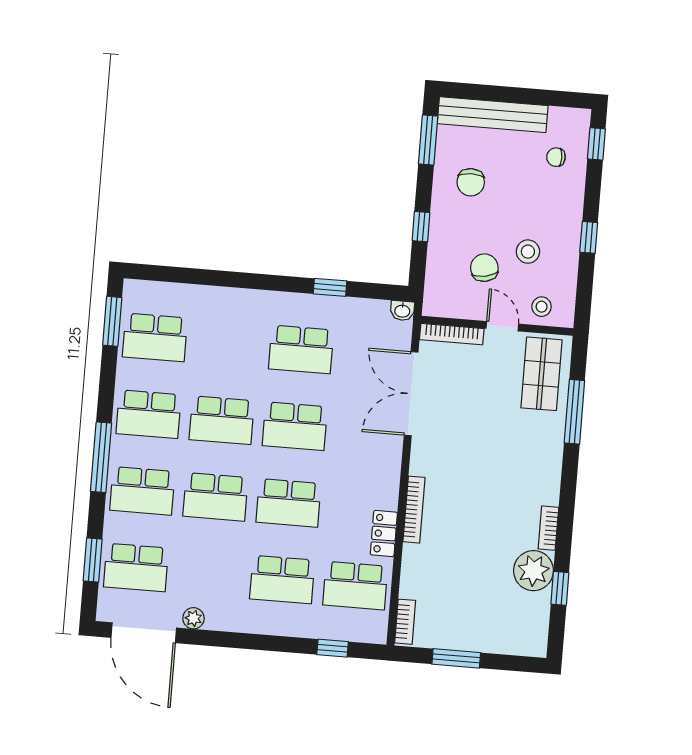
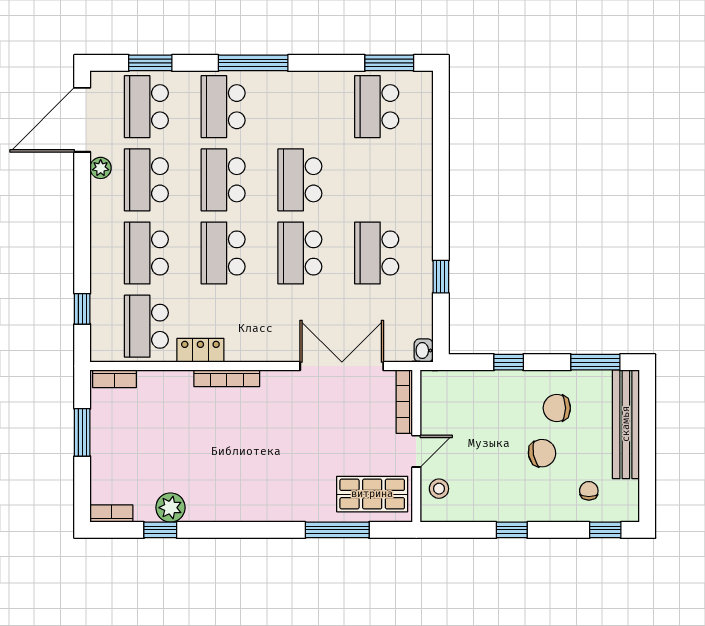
stool: (528, 252) -> (493, 471), removed
chair: (484, 268) -> (542, 453), moved
school desk: (149, 414) -> (146, 180), moved
bookcase: (548, 528) -> (111, 514), moved
plant: (533, 571) -> (170, 508), width x0.73, depth x0.73

